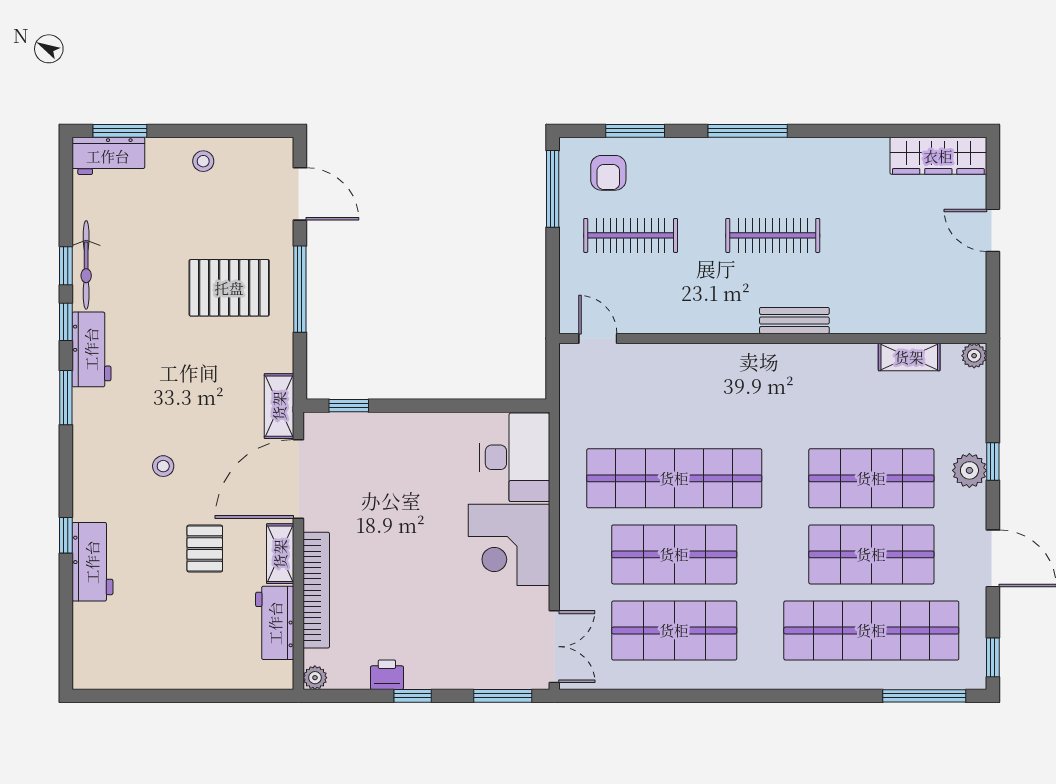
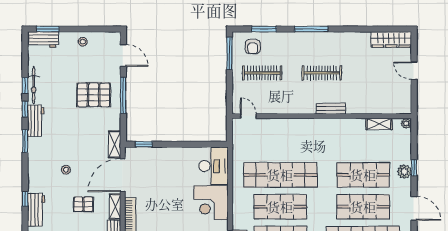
pallet: (205, 549) -> (83, 204), turned 90

